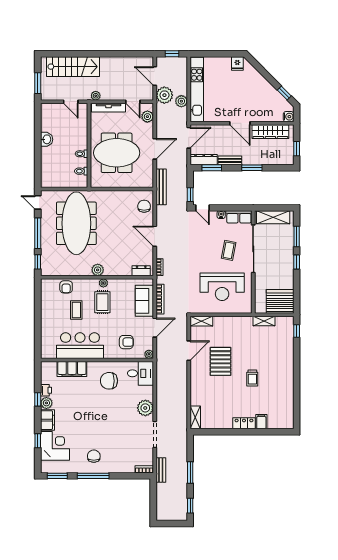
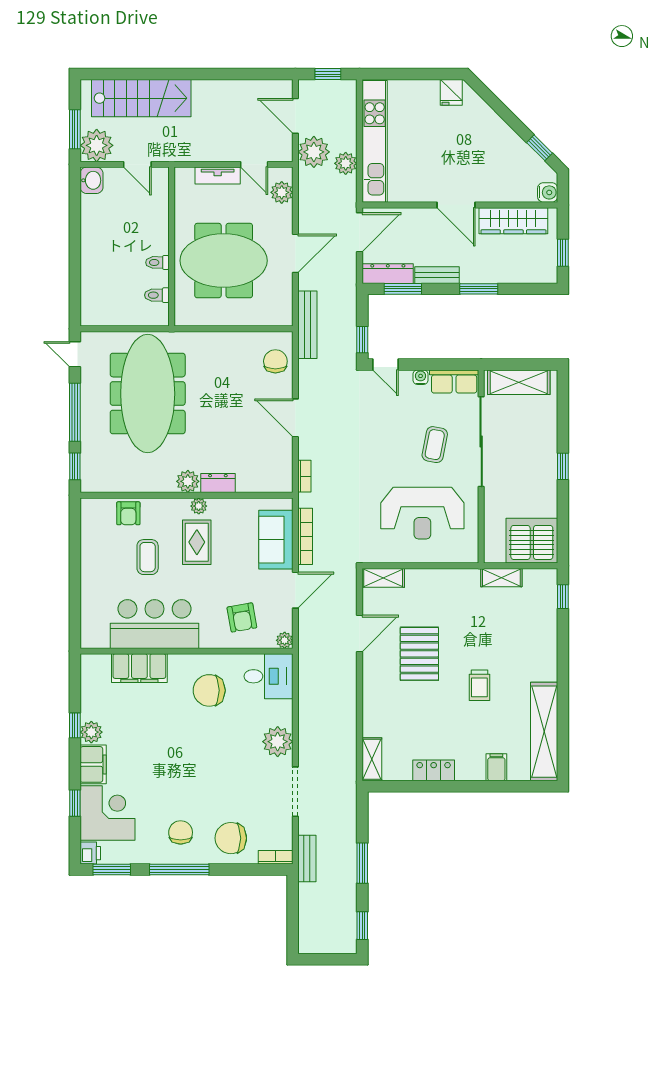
plant: (96, 96) -> (97, 145), moved, width x1.87, depth x1.87
tv unit: (109, 108) -> (218, 176), width x0.71
washbasin: (47, 139) -> (92, 180), moved
window: (297, 236) -> (563, 418), removed
dresser: (141, 271) -> (218, 483), moved
armchair: (126, 342) -> (242, 617), turned 80
printer: (46, 390) -> (90, 853), moved
shelving: (287, 403) -> (544, 732), added
locker: (244, 423) -> (434, 770), moved
chair: (120, 459) -> (231, 838), added

